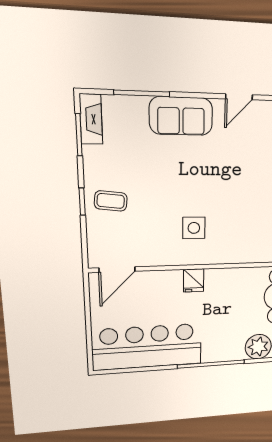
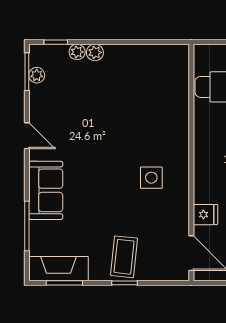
fireplace: (91, 119) -> (59, 269), width x1.37, depth x1.32
coffee table: (111, 201) -> (124, 257), width x1.36, depth x1.30
fridge: (194, 280) -> (205, 215), moved

